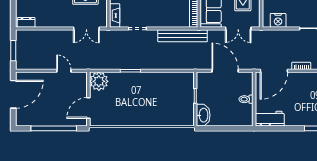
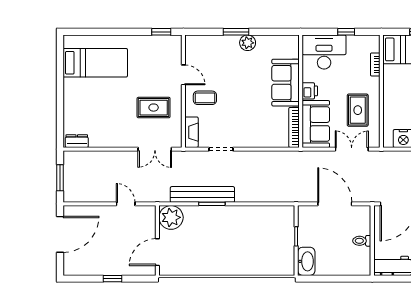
double door: (238, 29) -> (352, 149), swing flipped
bench: (183, 36) -> (202, 194), moved
window: (54, 128) -> (113, 279), width x0.32

